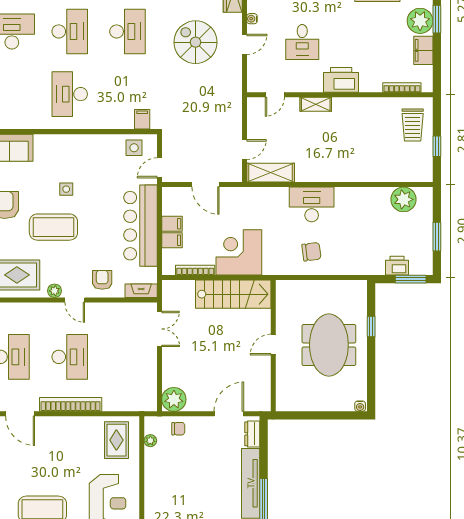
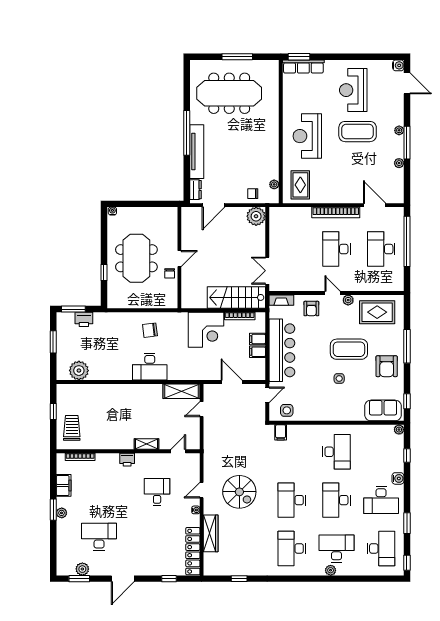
plant: (420, 21) -> (62, 513), width x0.53, depth x0.53
printer: (341, 80) -> (127, 460), width x0.53, depth x0.68
stairs: (233, 294) -> (236, 297), moved
chair: (286, 325) -> (170, 273), added

